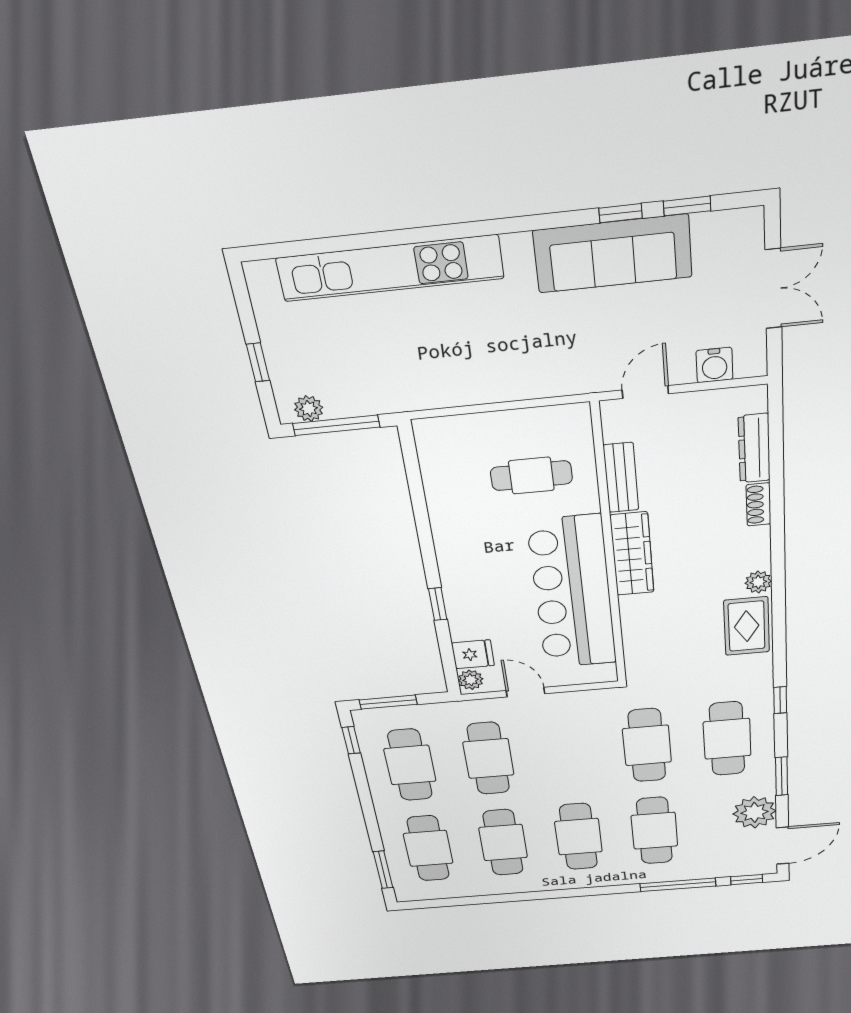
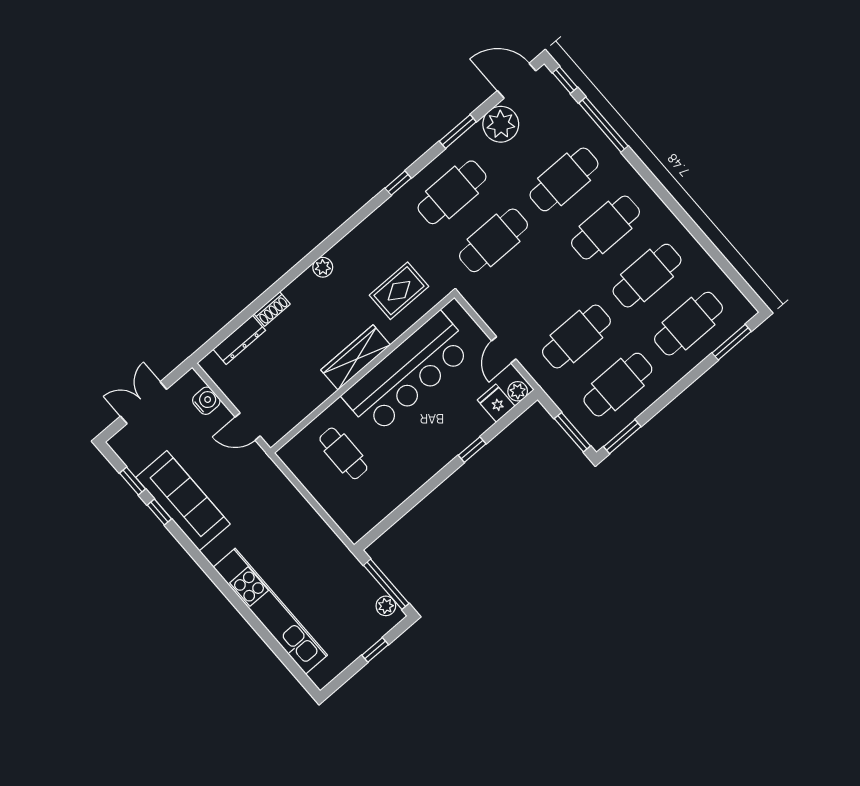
bench: (621, 478) -> (309, 401), removed
rug: (747, 626) -> (399, 291), moved
window: (351, 740) -> (622, 437), width x1.50

